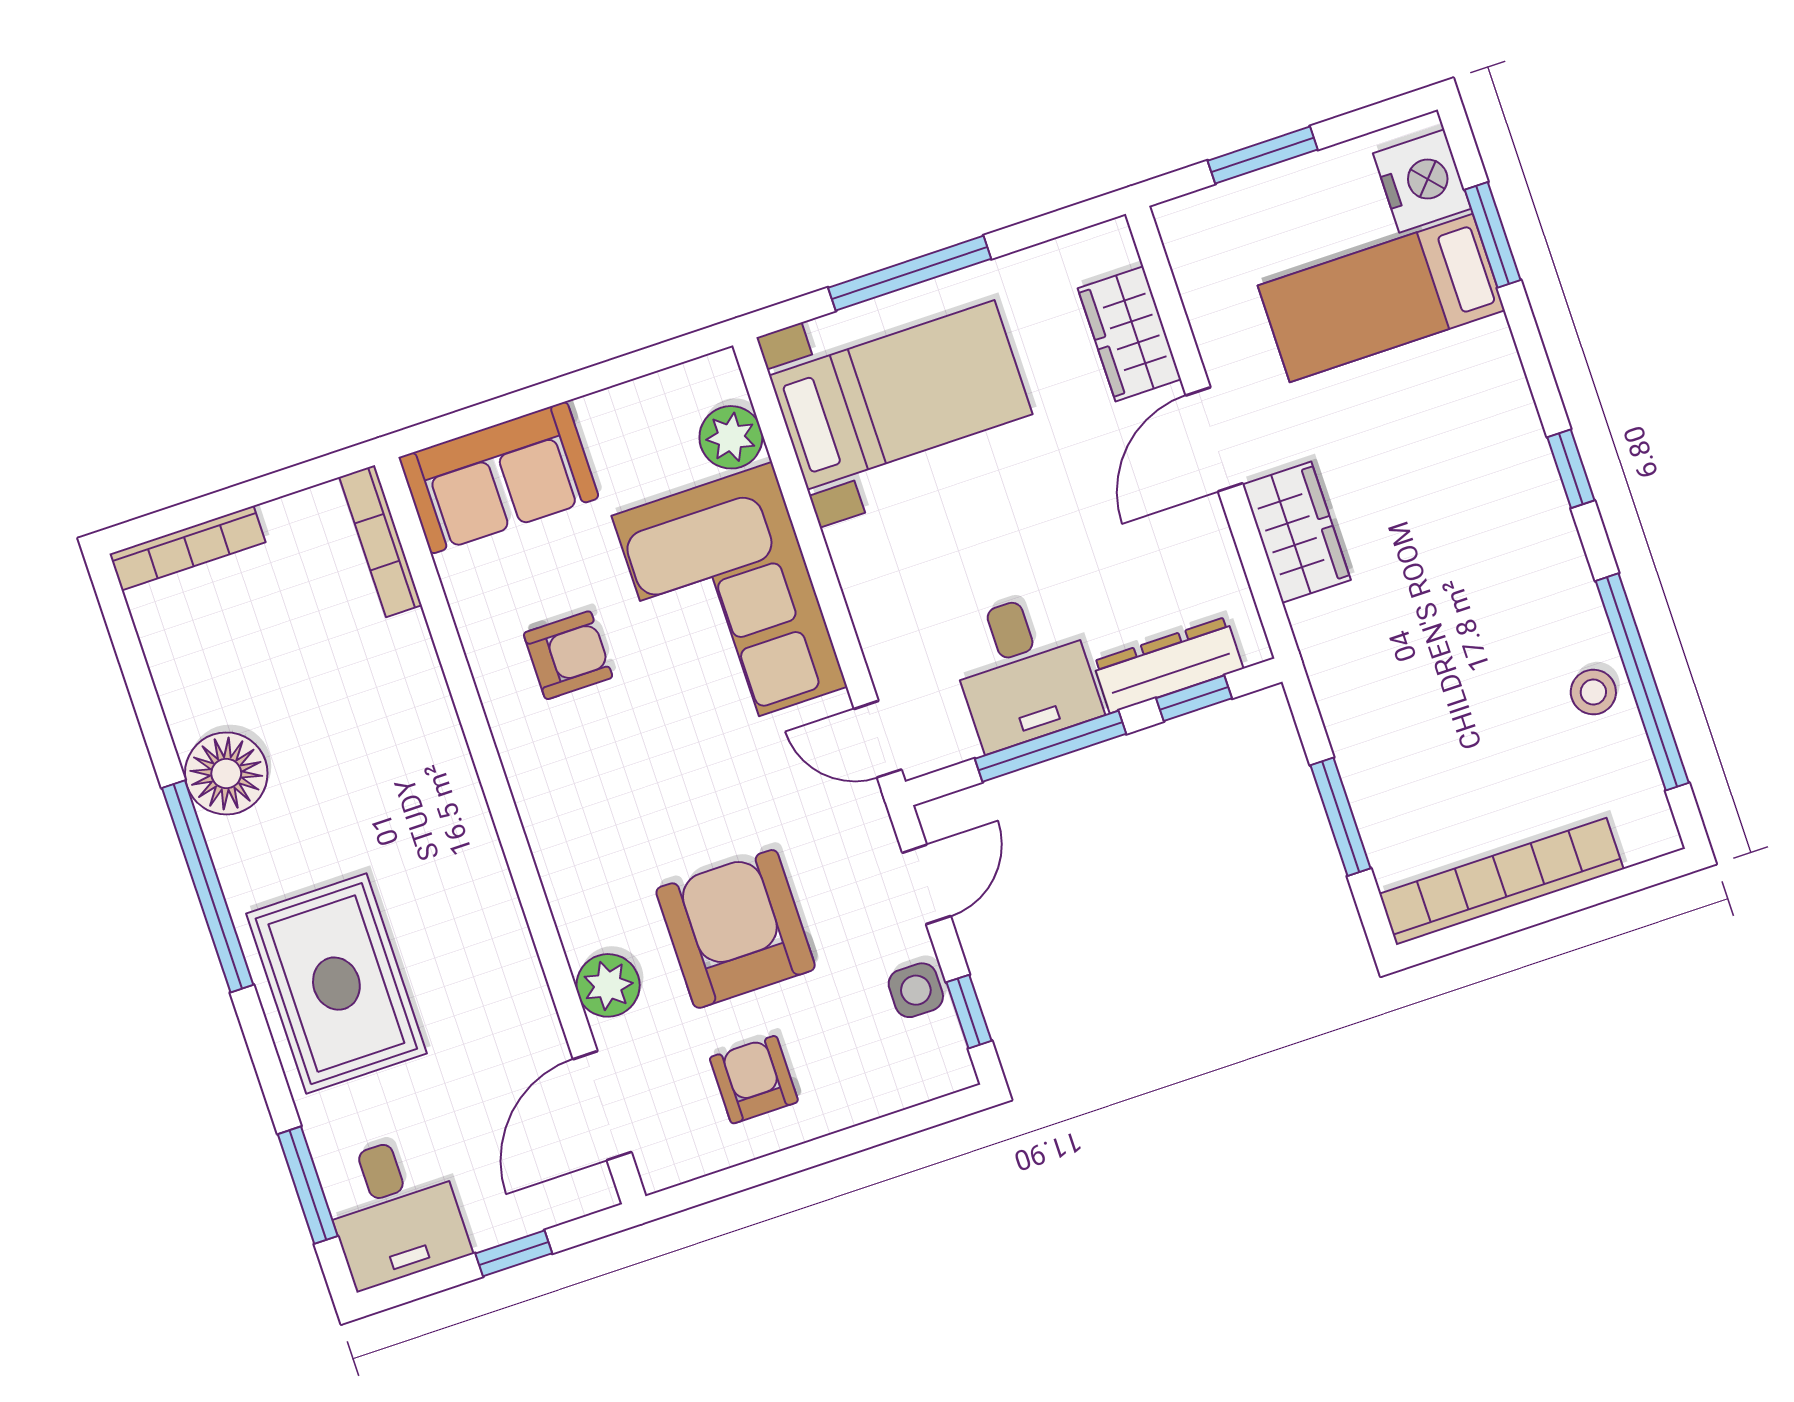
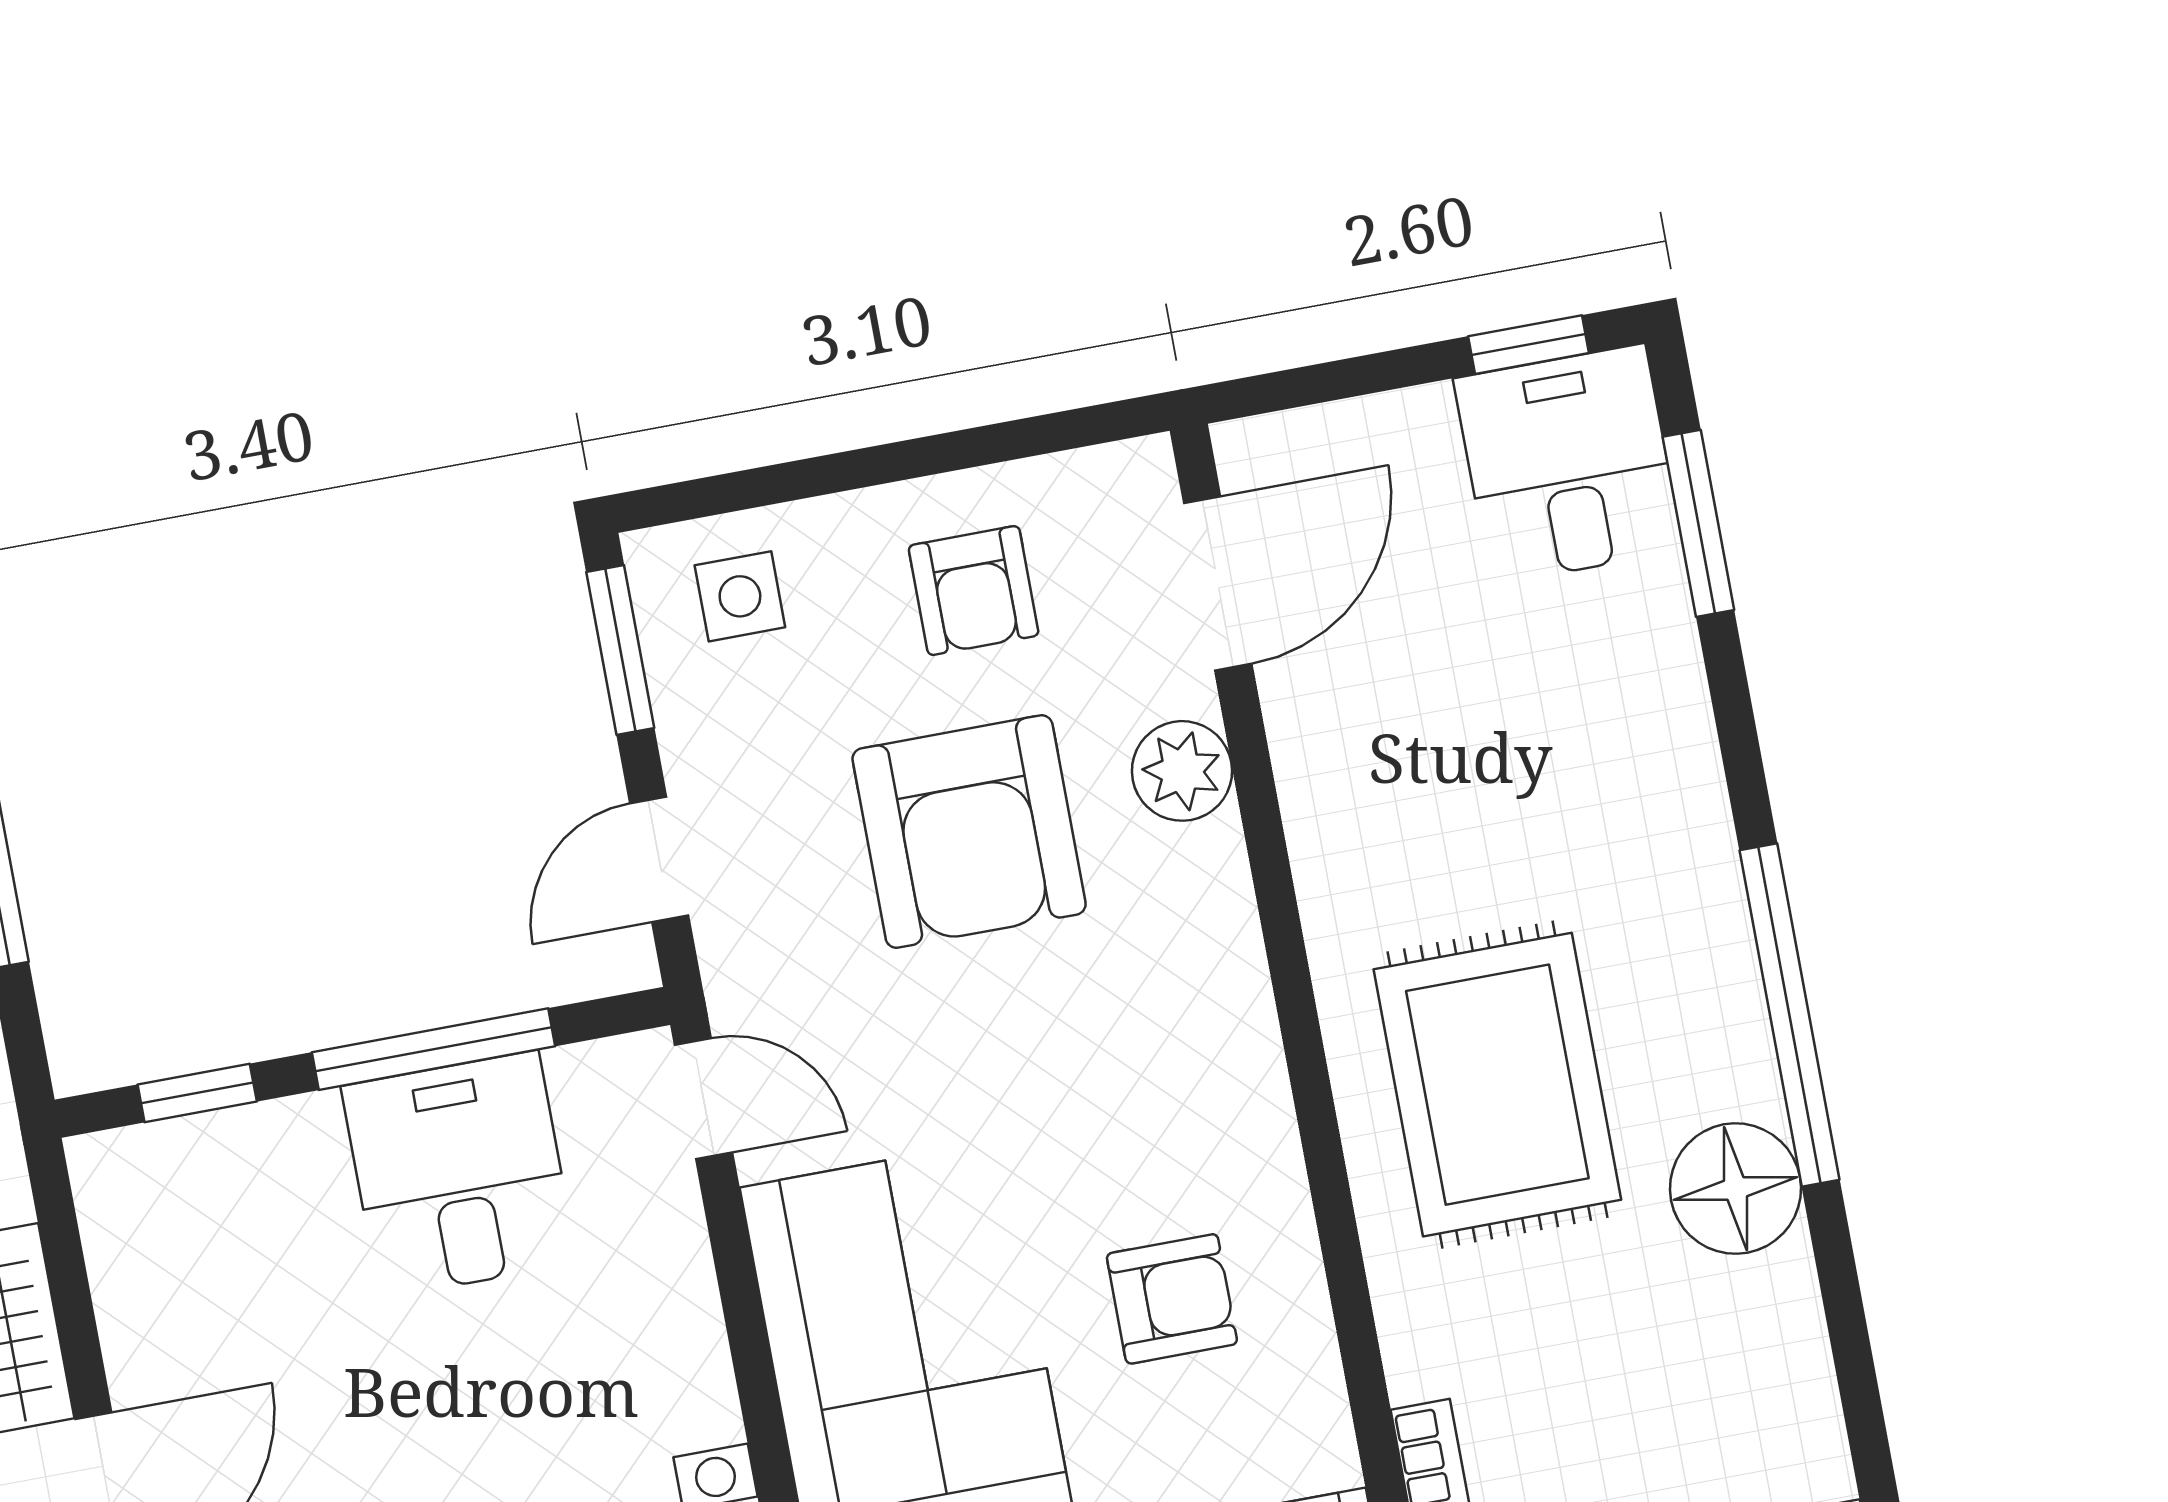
armchair: (568, 655) -> (1172, 1299), turned 180
dresser: (1168, 665) -> (231, 1151), removed
rug: (336, 984) -> (1497, 1085), moved
side table: (916, 990) -> (740, 596), moved
window: (969, 1012) -> (620, 650), width x1.50
window: (514, 1253) -> (1529, 345), moved

